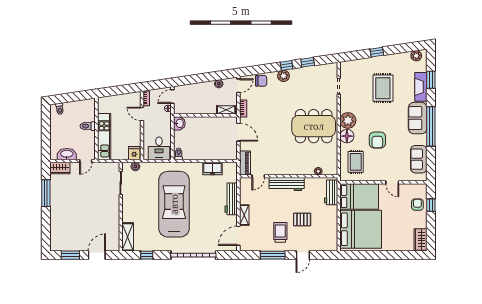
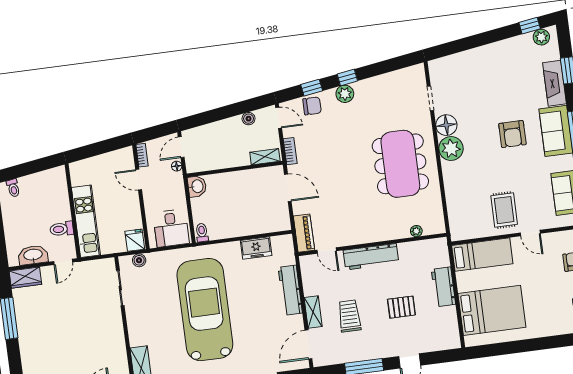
window: (377, 52) -> (530, 26), moved
window: (308, 62) -> (312, 88), moved
door: (238, 86) -> (279, 118), hinge flipped
rug: (383, 88) -> (497, 93), removed
toilet: (88, 126) -> (62, 229), moved
dining table: (314, 126) -> (400, 164), turned 90
floor lamp: (347, 136) -> (446, 125), moved
armchair: (377, 140) -> (512, 134), moved
rug: (356, 162) -> (504, 210), moved
door: (258, 176) -> (327, 251), hinge flipped
workbench: (331, 192) -> (443, 287), moved
bed: (359, 196) -> (482, 255), width x0.67
bed: (361, 229) -> (492, 310), width x0.73
trolley: (280, 232) -> (349, 316), moved

